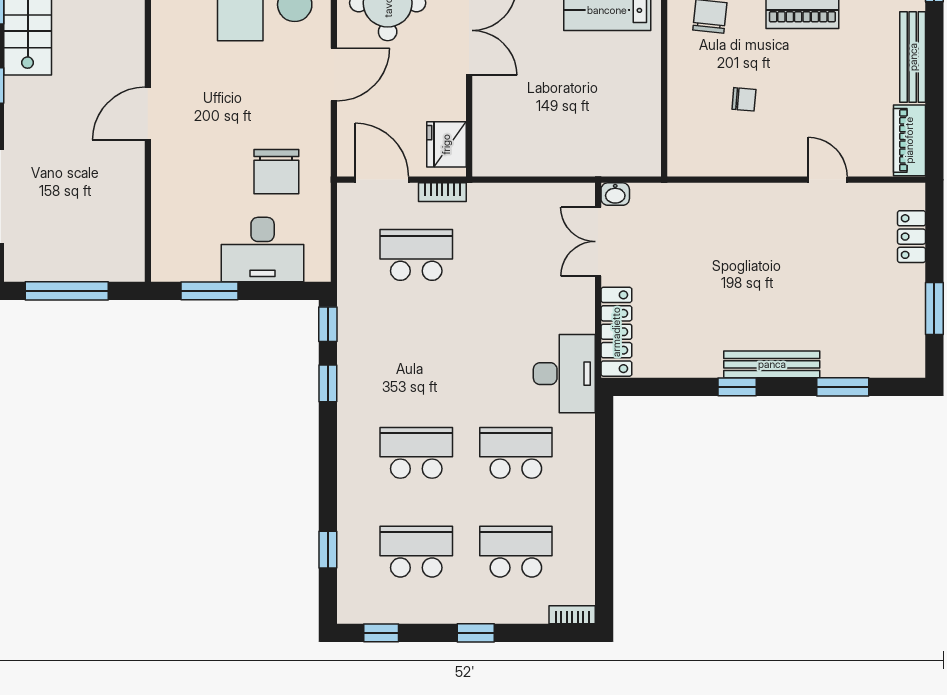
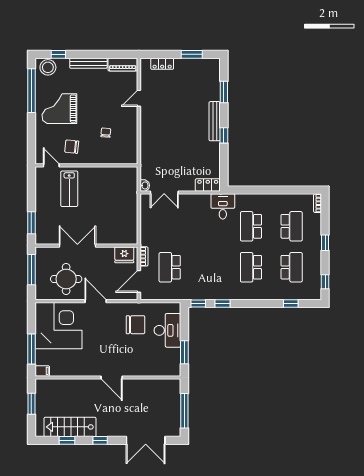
locker: (616, 332) -> (208, 185), width x0.66
desk: (564, 374) -> (223, 206), width x0.73
school desk: (416, 552) -> (292, 267), turned 180
school desk: (516, 552) -> (292, 226), turned 180

